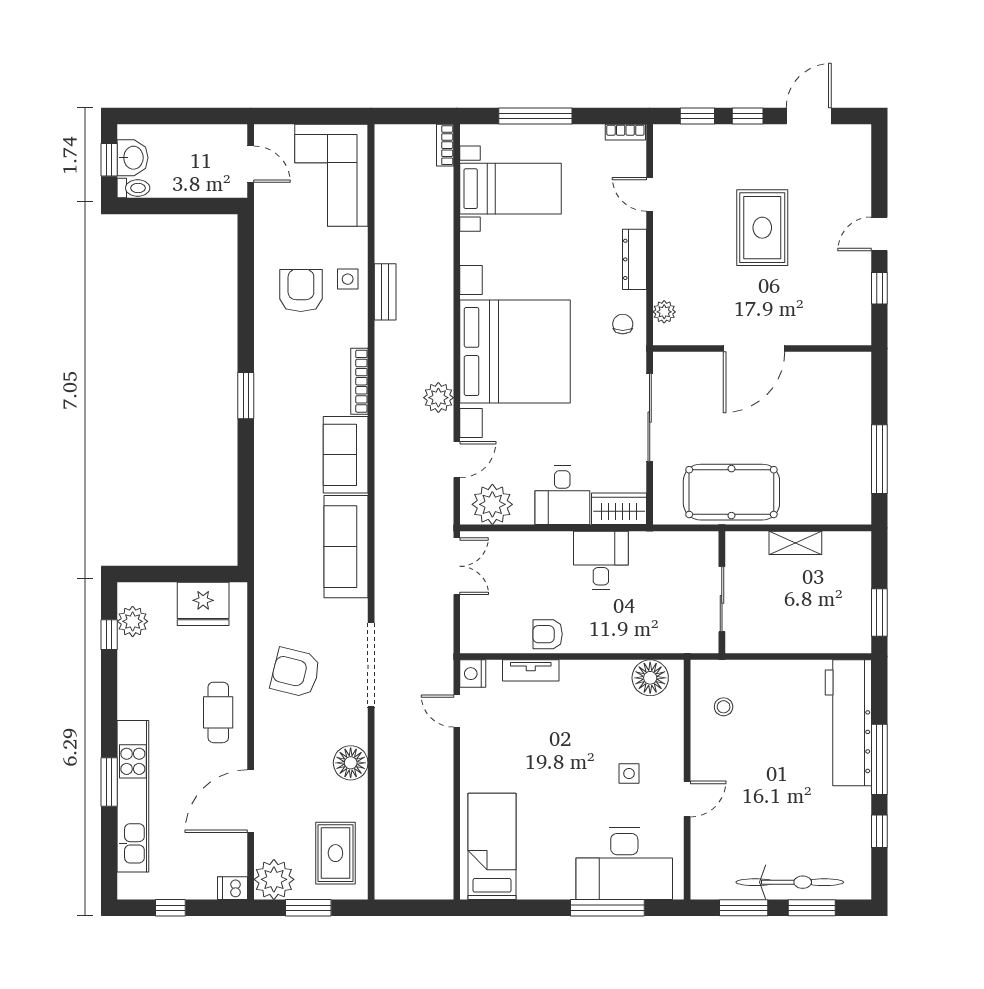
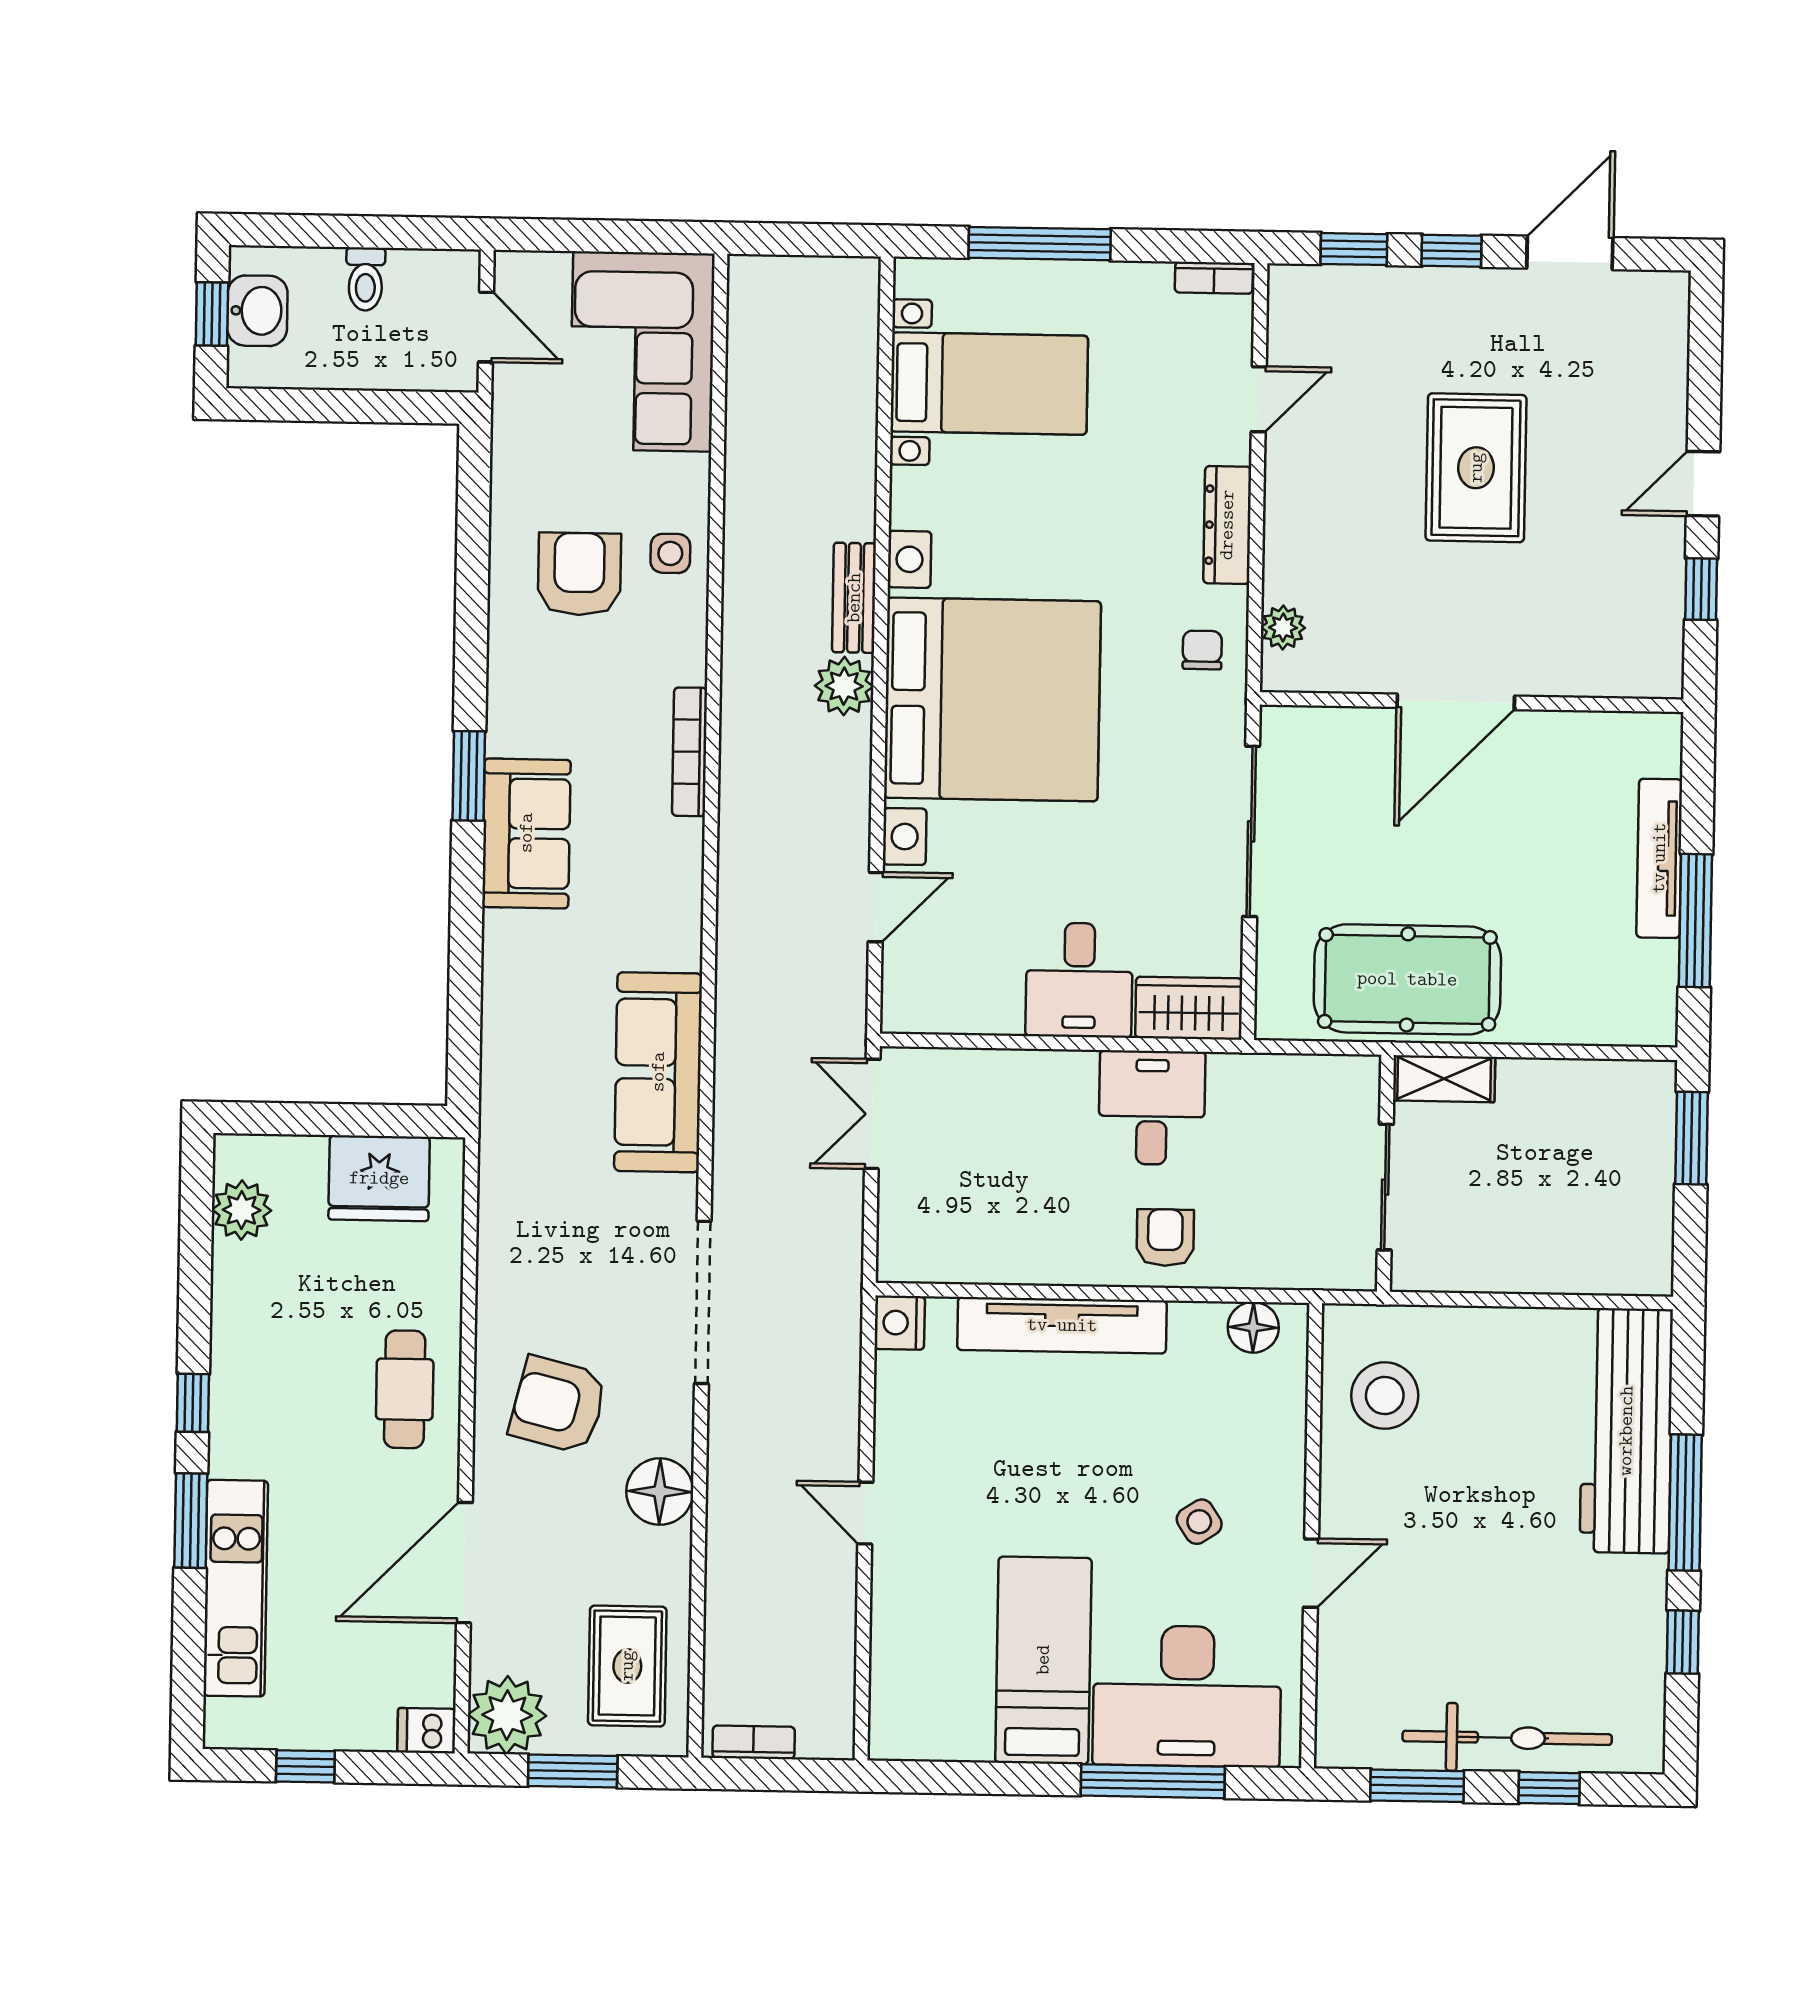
bookcase: (445, 145) -> (754, 1742), moved, turned 90
toilet: (133, 188) -> (365, 279), moved, turned 90
door: (650, 194) -> (1259, 399), swing flipped
bench: (385, 292) -> (854, 598), moved
plant: (438, 398) -> (844, 686), moved
tv unit: (860, 427) -> (1659, 858), added
sofa: (346, 455) -> (526, 833), moved, turned 180
plant: (492, 504) -> (943, 995), removed
shelving: (795, 543) -> (1444, 1079), moved
double door: (457, 566) -> (872, 1114), swing flipped
window: (879, 612) -> (1692, 1138), moved
armchair: (548, 634) -> (1165, 1238), moved, turned 90
window: (109, 635) -> (193, 1403), moved
tv unit: (531, 670) -> (1062, 1325), width x1.92, depth x1.29
armchair: (295, 673) -> (558, 1405), moved
floor lamp: (650, 678) -> (1253, 1327), width x0.73, depth x0.73
stool: (724, 707) -> (1385, 1396), width x1.89, depth x1.89
door: (457, 711) -> (865, 1513), moved
side table: (629, 774) -> (1199, 1522), turned -33
kitchen unit: (133, 796) -> (236, 1588), width x0.73
bed: (492, 846) -> (1043, 1660), moved
window: (812, 908) -> (1549, 1788), width x0.67

